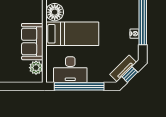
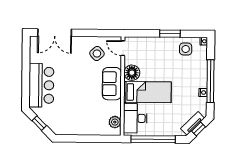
sofa: (32, 42) -> (112, 84), moved
desk: (70, 70) -> (135, 118), moved, turned 90

